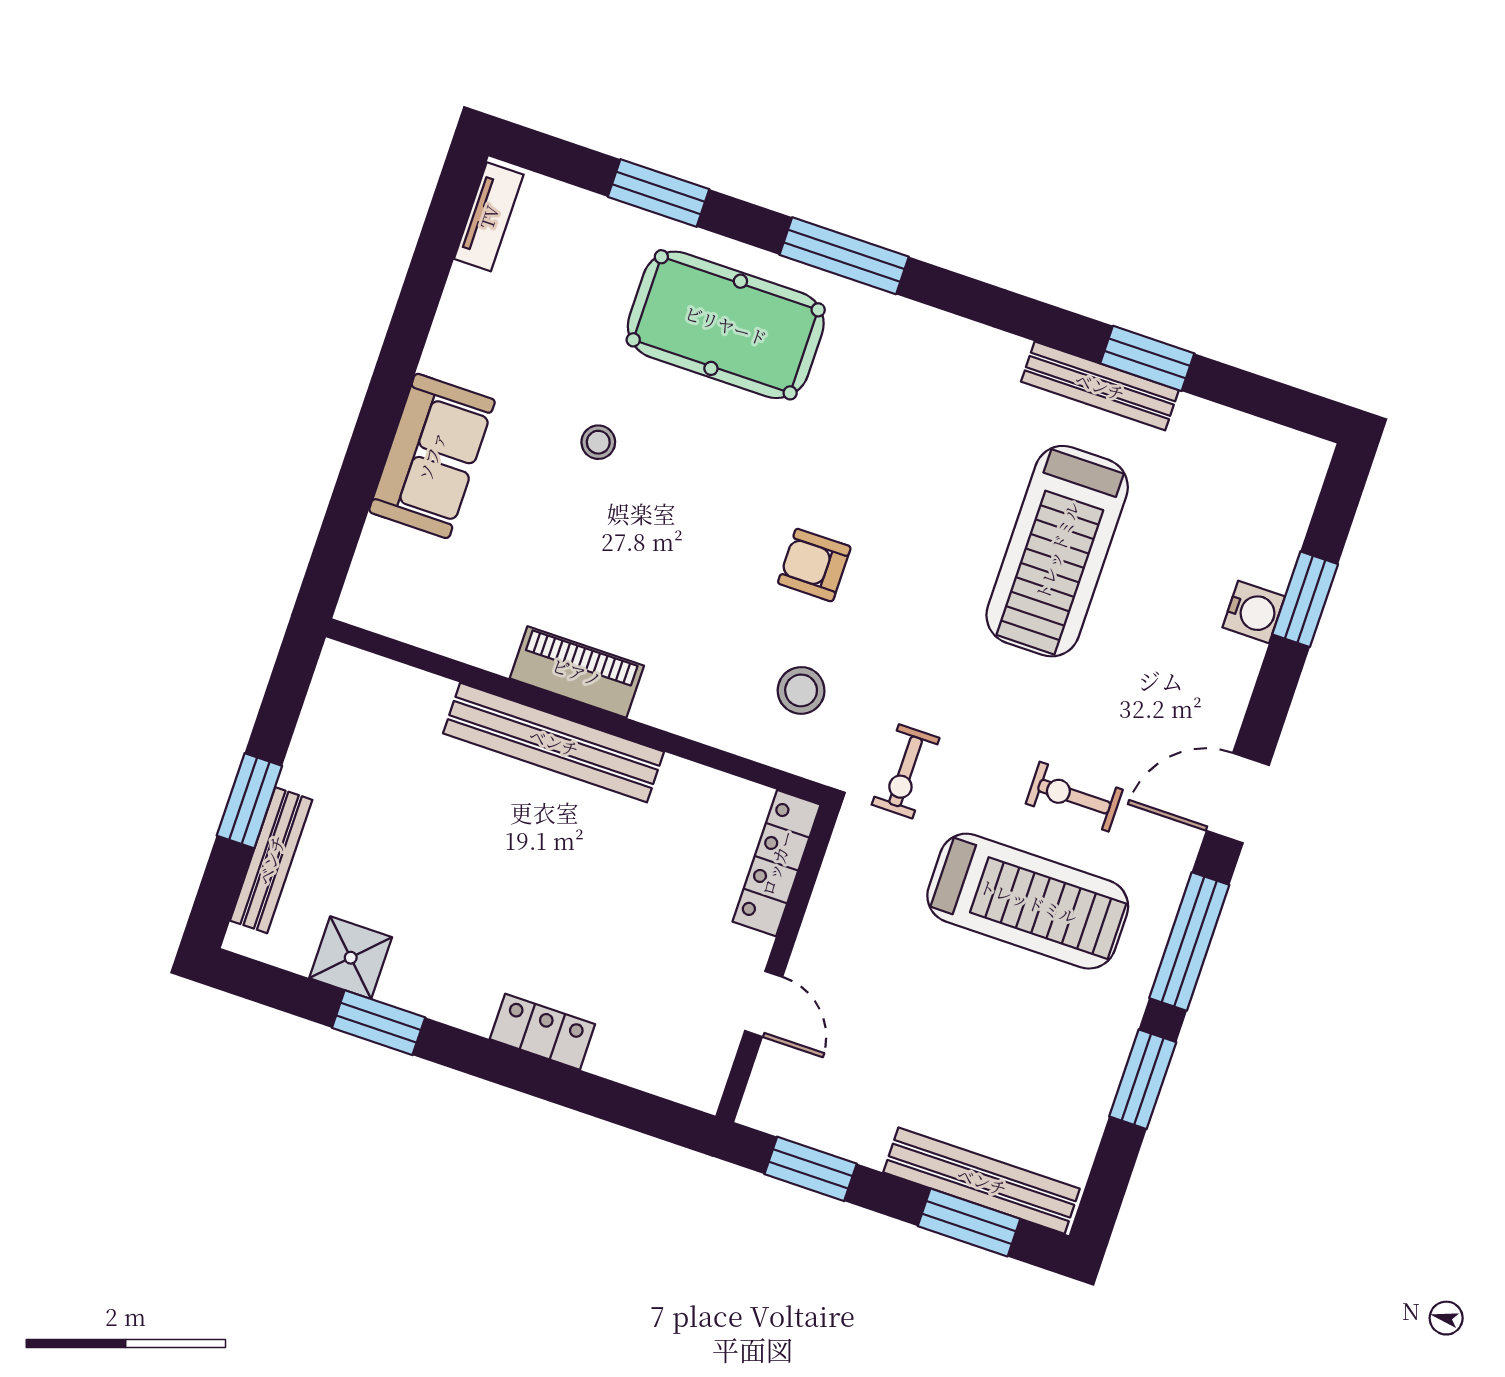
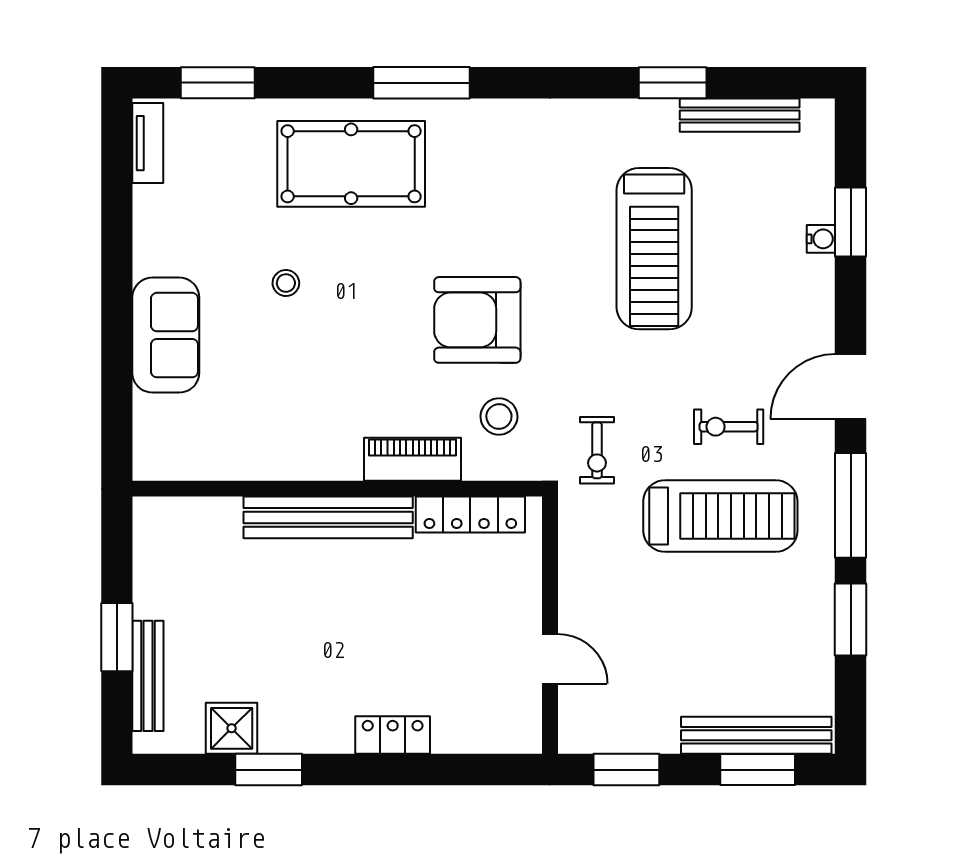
window: (659, 193) -> (218, 83), moved
bench: (1100, 386) -> (740, 115), moved
armchair: (814, 565) -> (477, 320), width x1.88, depth x1.88
water cooler: (1254, 612) -> (821, 239), width x0.72, depth x0.72
piano: (577, 672) -> (413, 459), moved
locker: (777, 863) -> (470, 514), moved, turned -90

